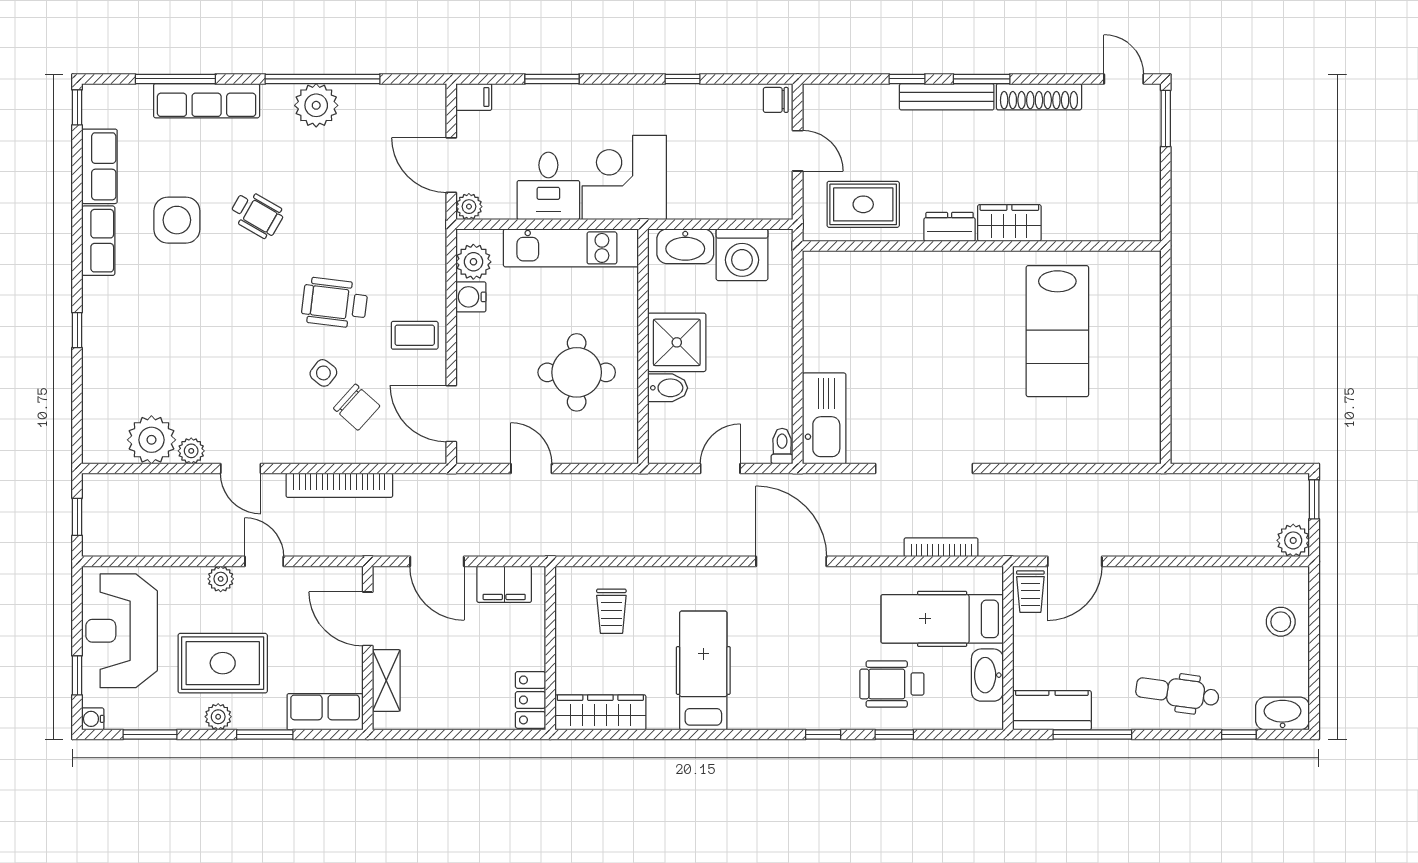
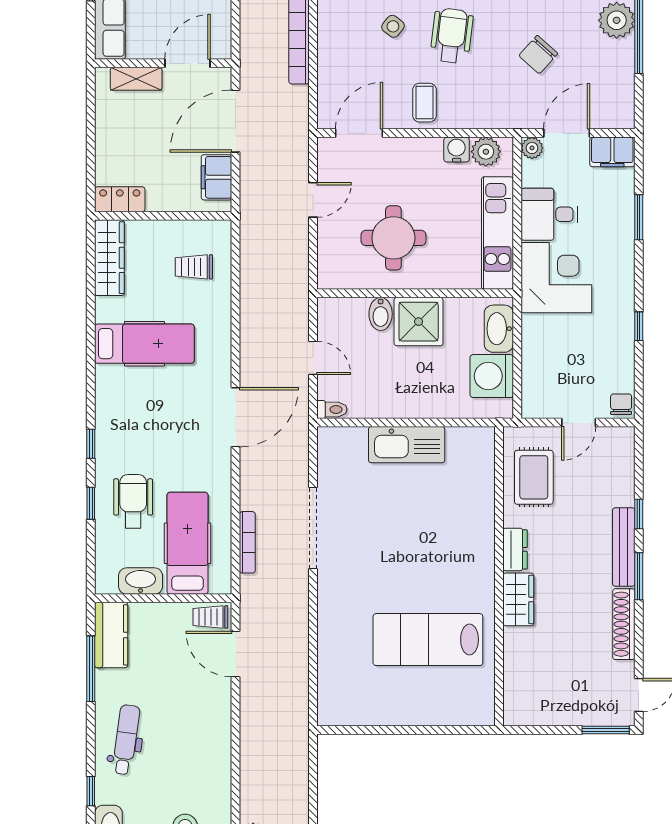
filing cabinet: (474, 97) -> (612, 152), width x2.00
chair: (357, 407) -> (538, 55), moved
kitchen sink: (824, 418) -> (407, 445), moved
door: (437, 561) -> (236, 121), width x1.36

